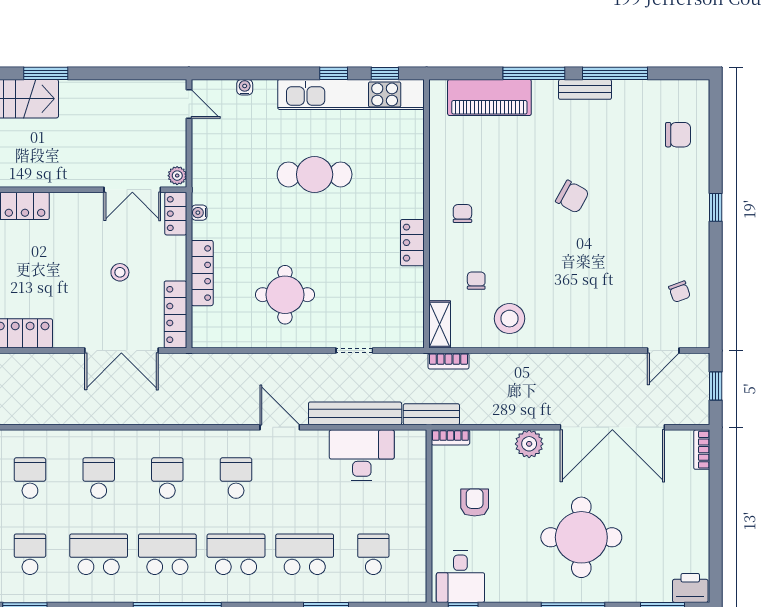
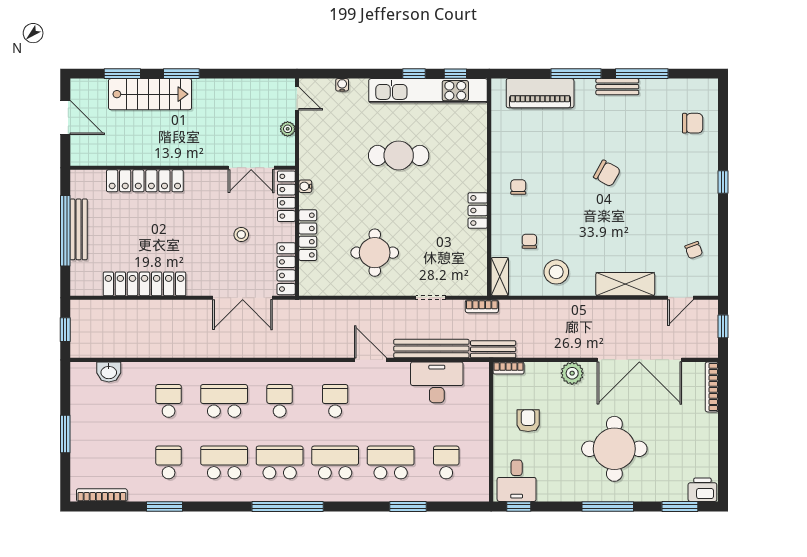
plant: (177, 176) -> (288, 129), moved
locker: (176, 214) -> (286, 196), width x1.53
shelving: (595, 334) -> (625, 284), added
bookcase: (448, 361) -> (482, 306), moved
bookcase: (702, 450) -> (712, 387), width x1.56
school desk: (99, 478) -> (224, 401), width x1.85

